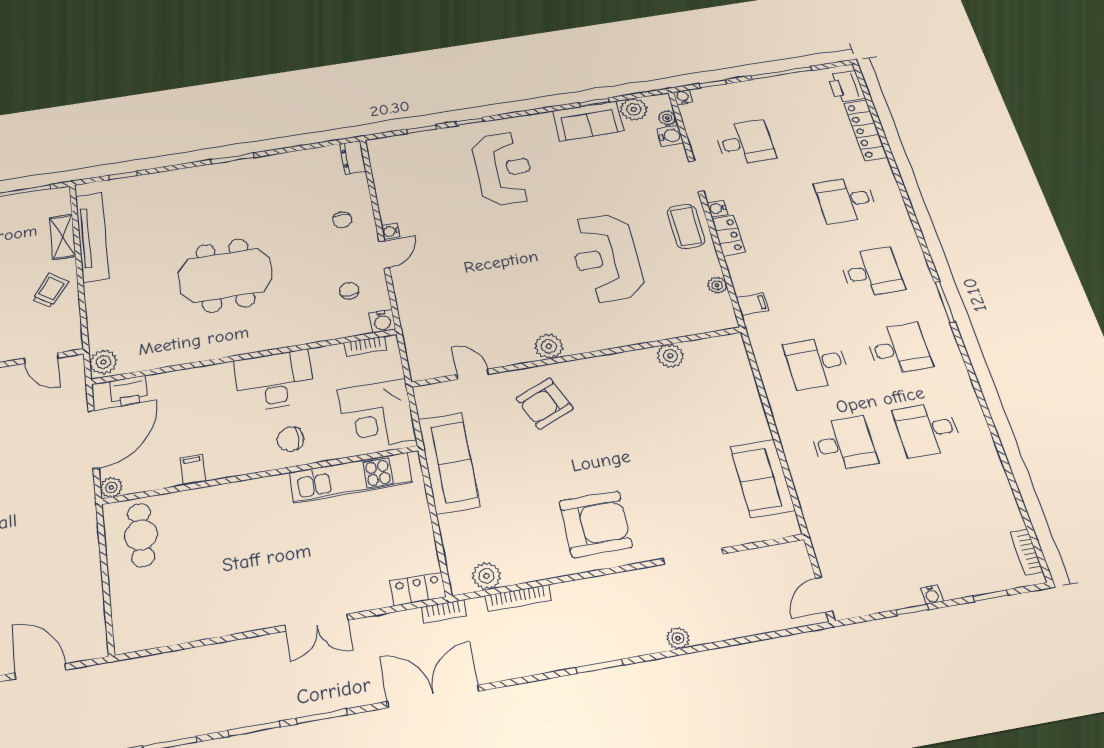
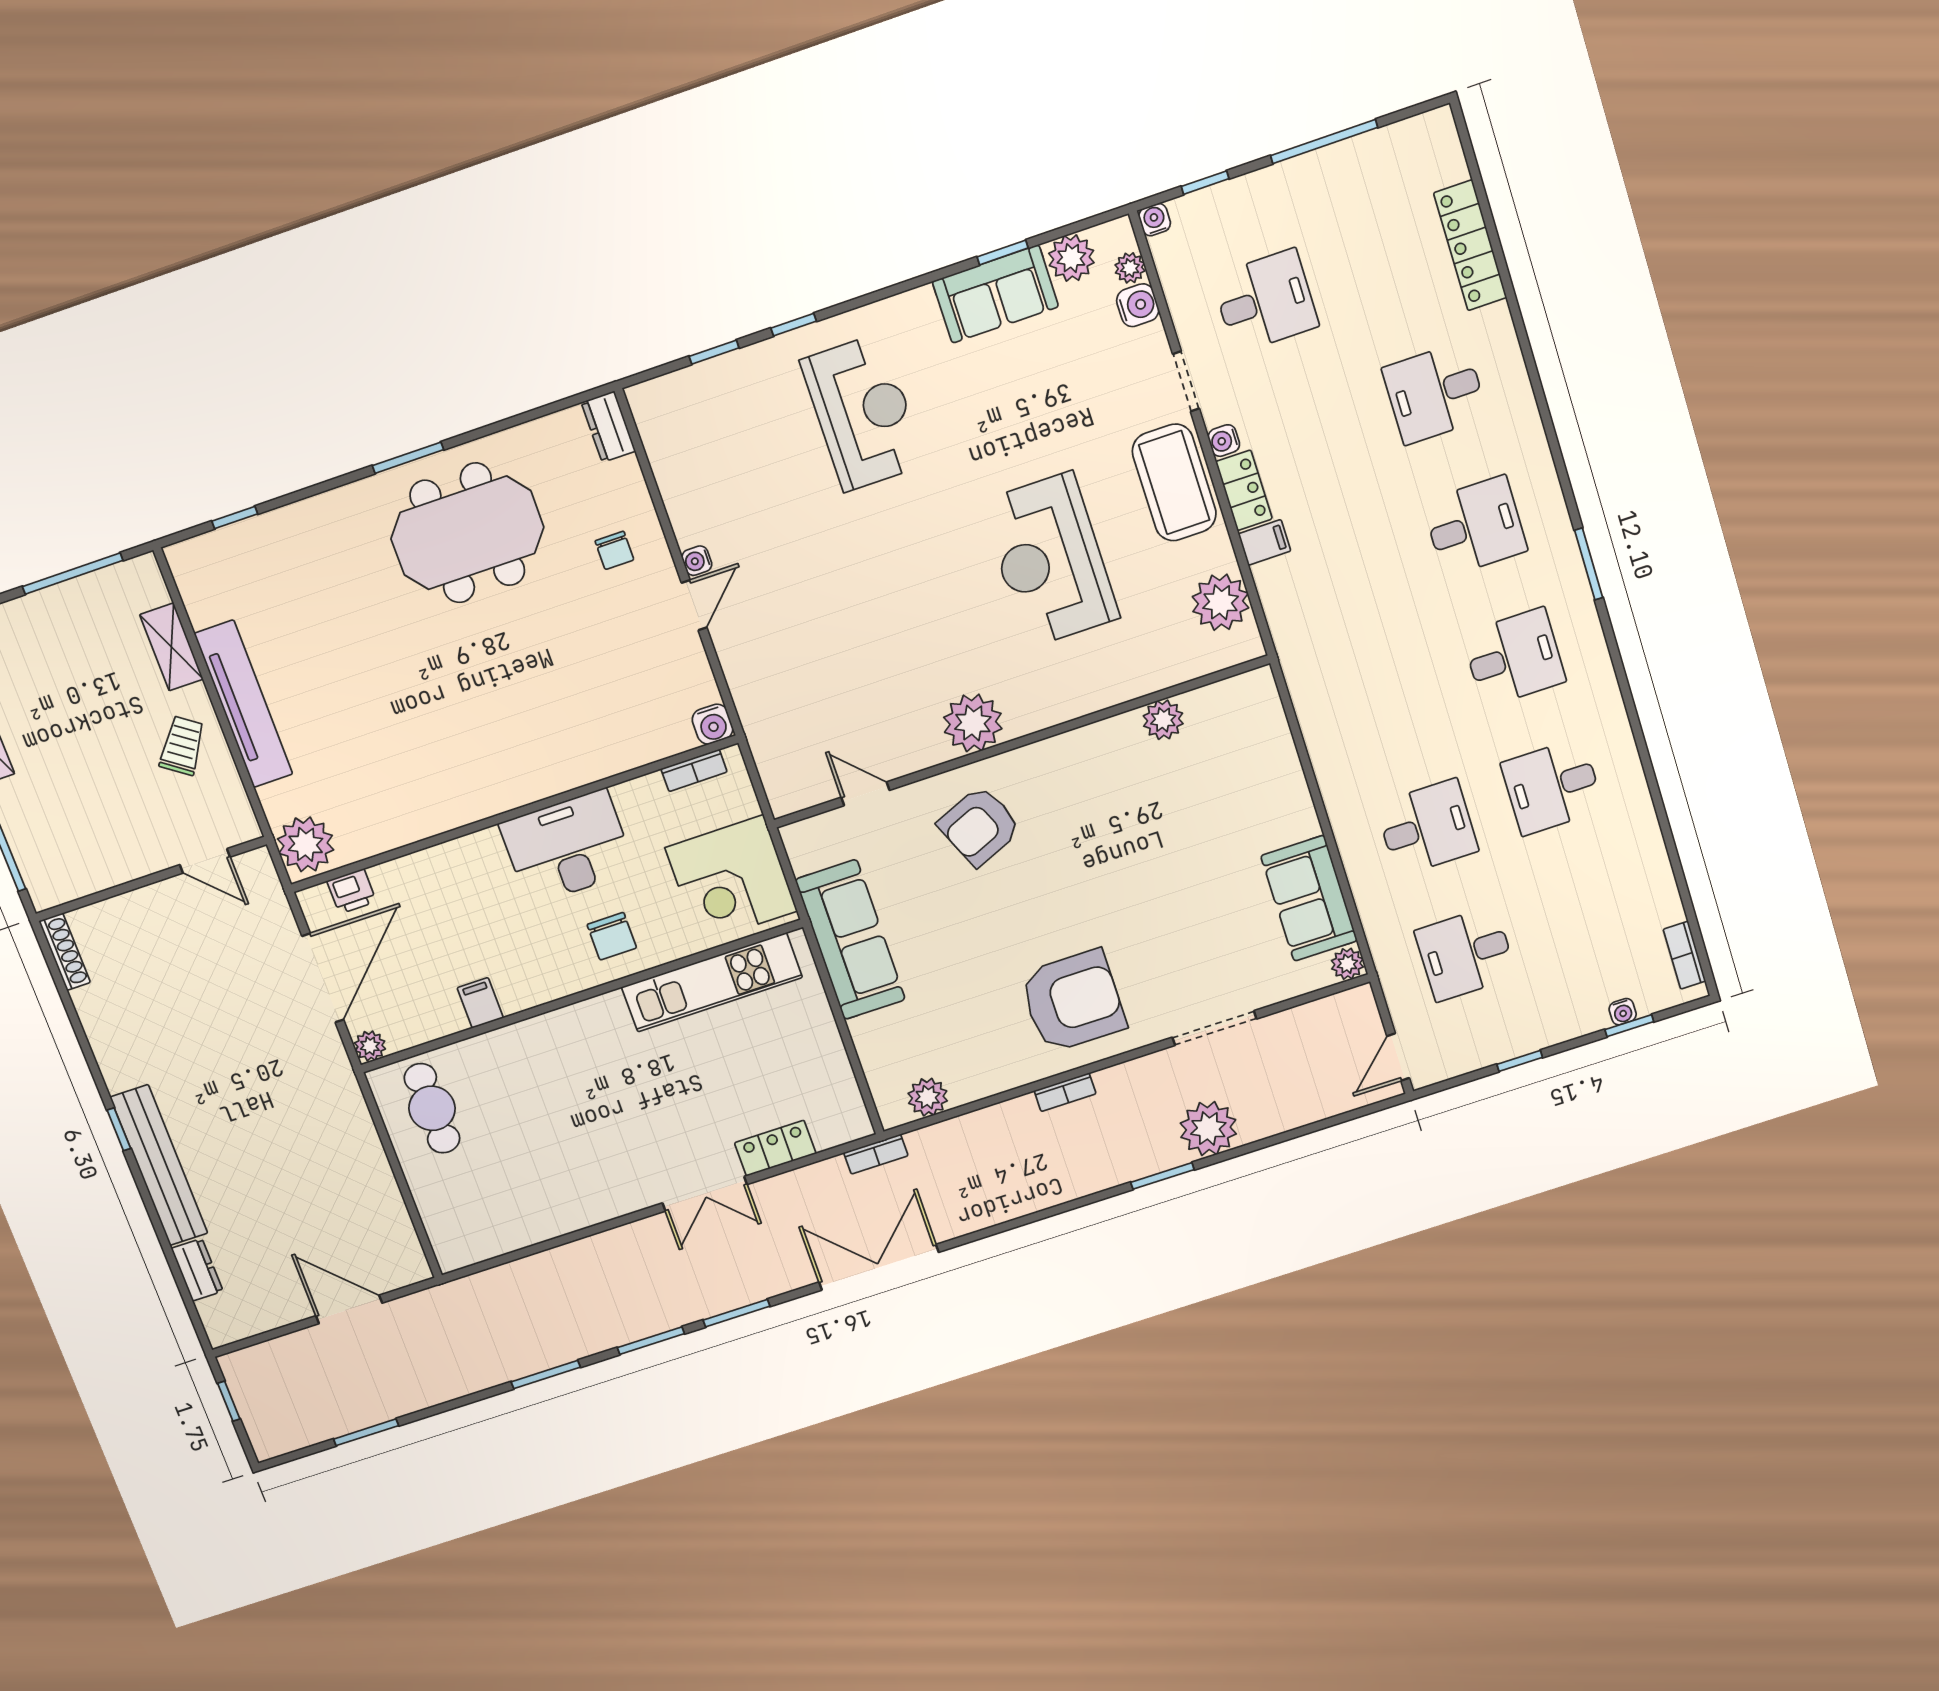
printer: (846, 86) -> (1438, 155), removed
coffee table: (686, 226) -> (1174, 483), width x1.36, depth x1.32
tv unit: (92, 237) -> (244, 704), moved
meeting table: (225, 275) -> (467, 533), moved
plant: (717, 285) -> (1221, 602), width x1.87, depth x1.87
chair: (349, 291) -> (651, 678), removed
filing cabinet: (752, 304) -> (1265, 542), moved
plant: (549, 346) -> (973, 723), width x1.36, depth x1.36
plant: (103, 362) -> (306, 844), width x1.36, depth x1.36
desk: (817, 363) -> (1466, 954), moved
printer: (129, 391) -> (352, 891), width x0.73, depth x0.81
chair: (290, 439) -> (612, 936), turned -90
plant: (788, 525) -> (1347, 964), added
locker: (418, 589) -> (775, 1148), moved
water cooler: (932, 595) -> (1623, 1012), moved
bookcase: (518, 598) -> (1065, 1092), moved, width x0.64
plant: (678, 638) -> (1208, 1129), width x1.88, depth x1.88
window: (600, 666) -> (1162, 1176), moved

